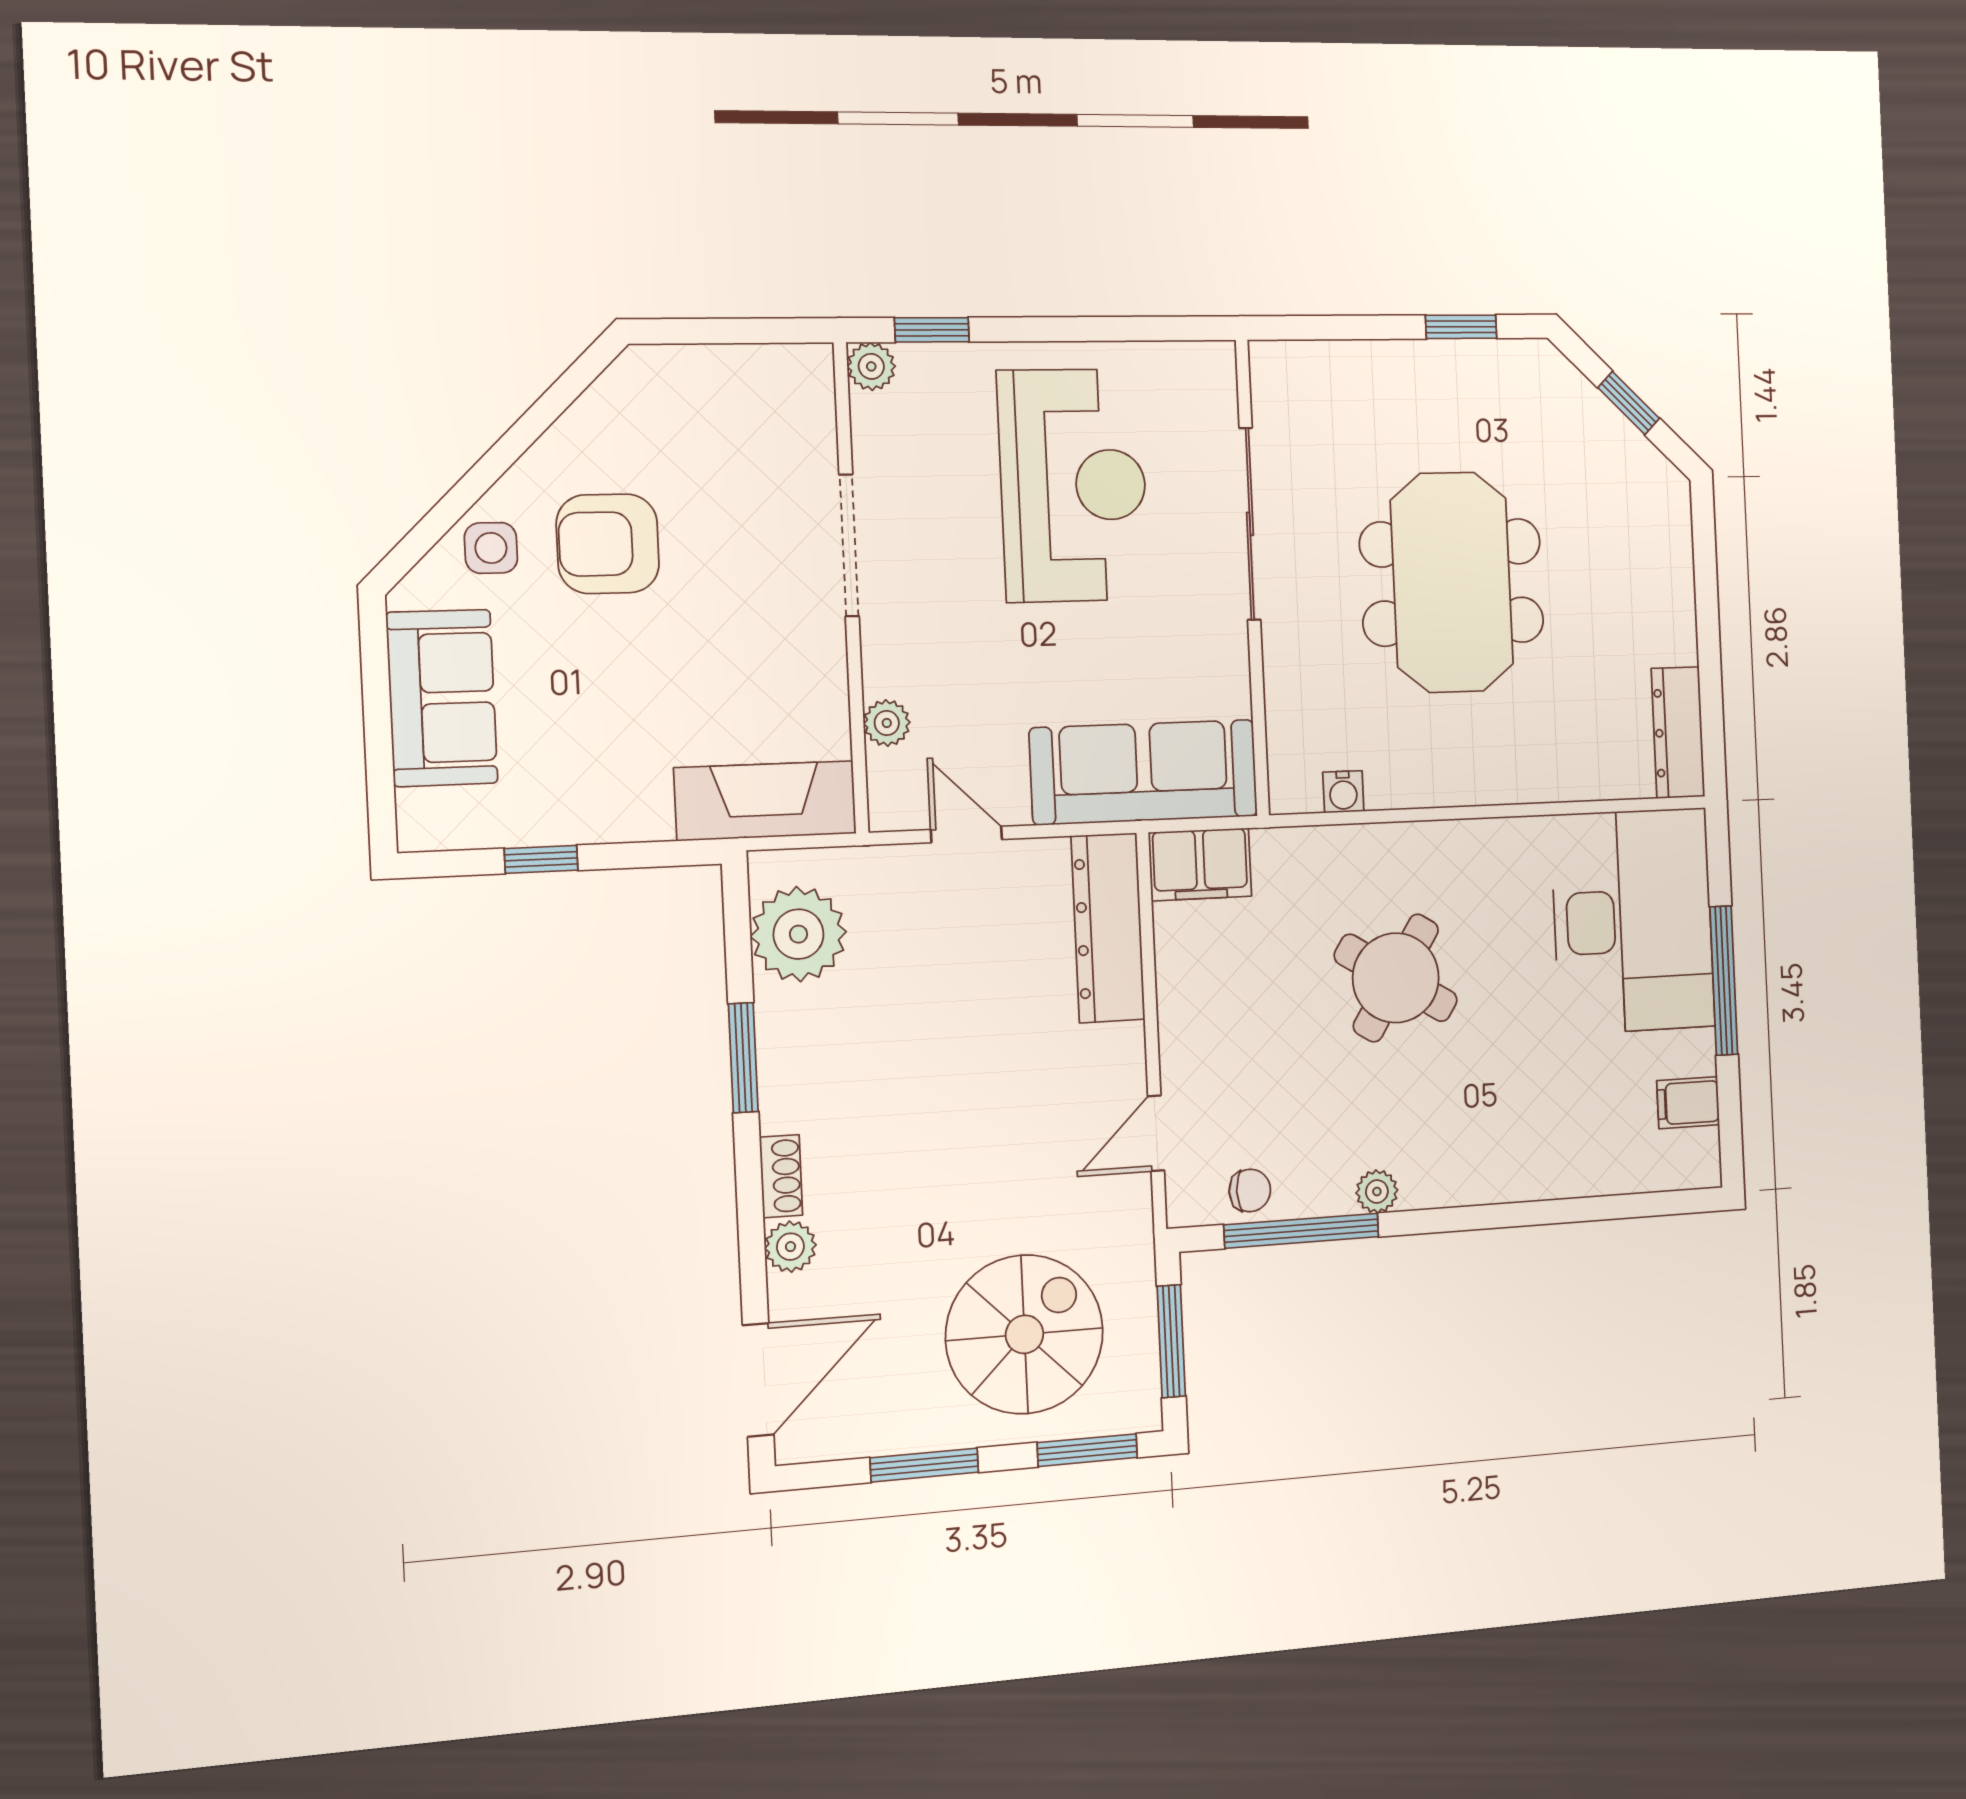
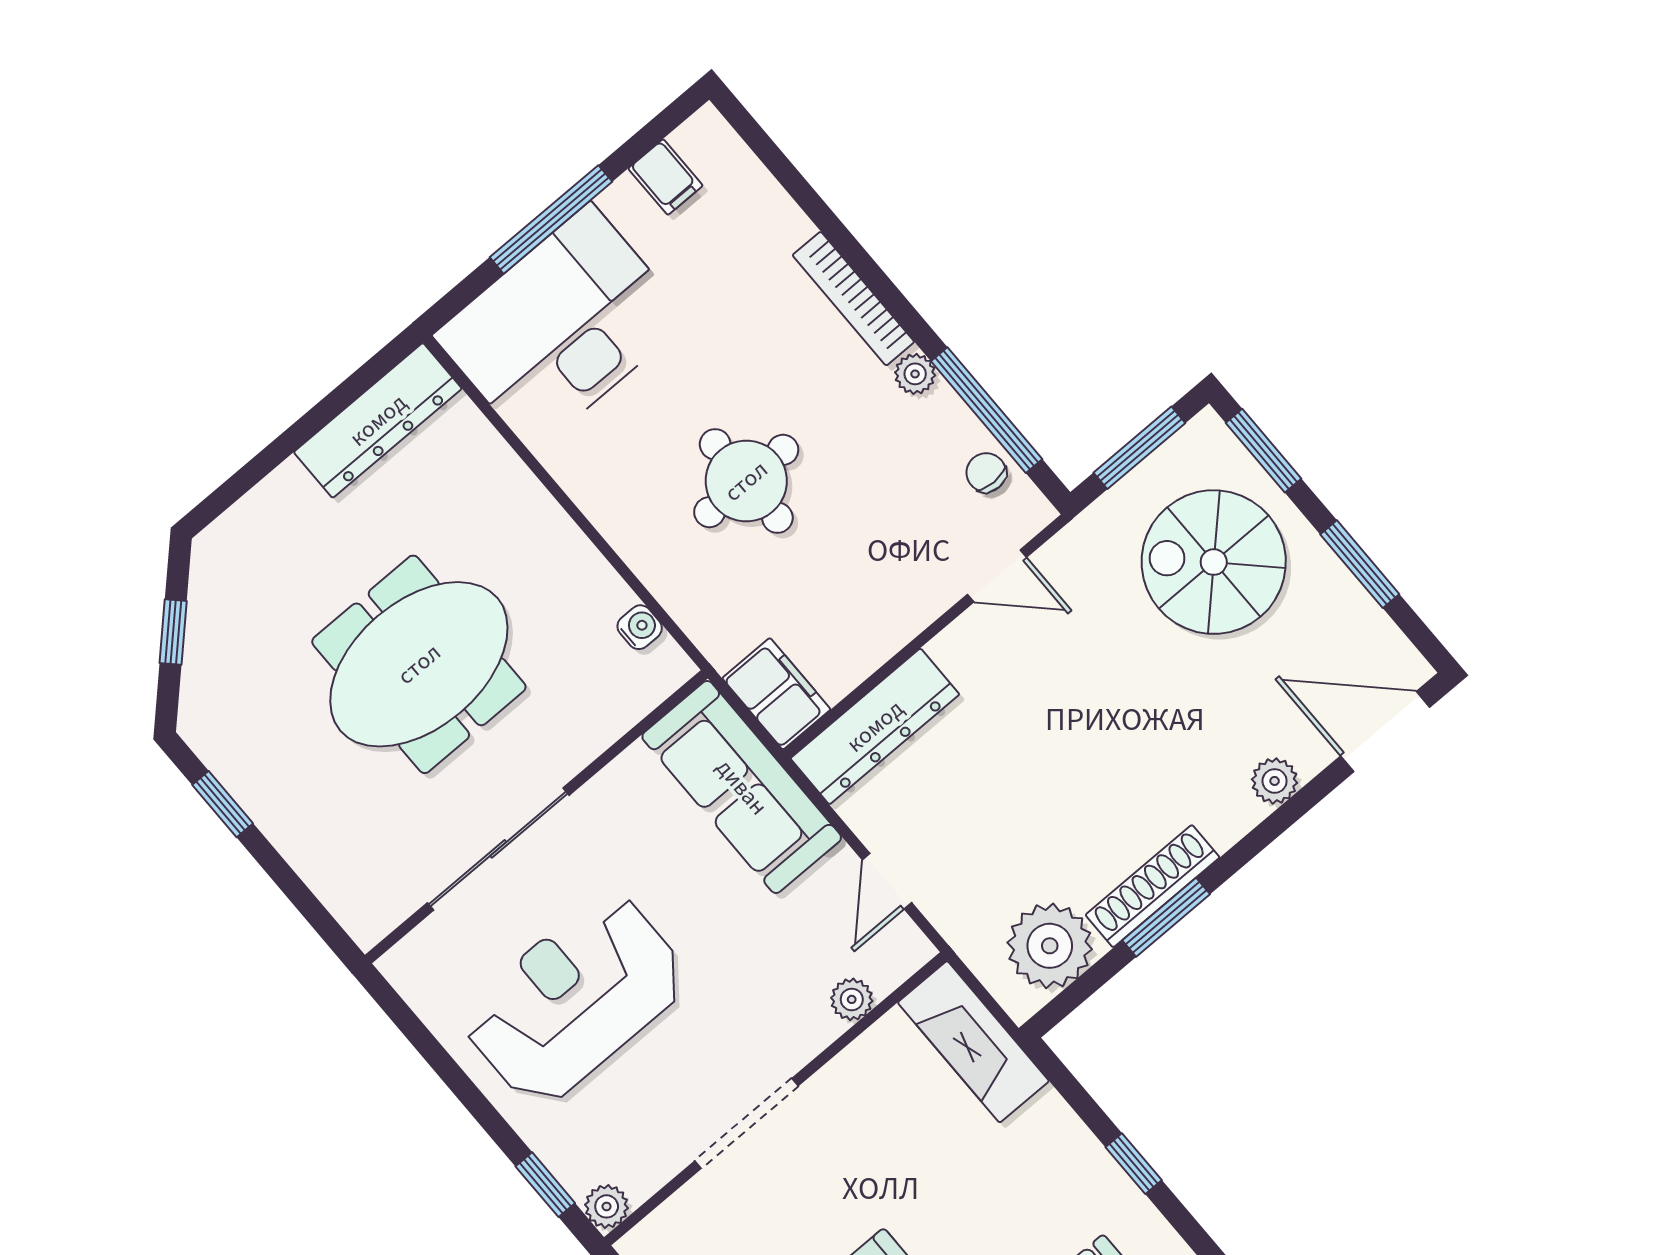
dresser: (1678, 733) -> (378, 420), width x1.37, depth x1.24
round table: (1396, 978) -> (746, 481), turned -32
shoe rack: (781, 1176) -> (1153, 886), moved, width x1.94, depth x1.24
bookcase: (1477, 1186) -> (853, 299), added

